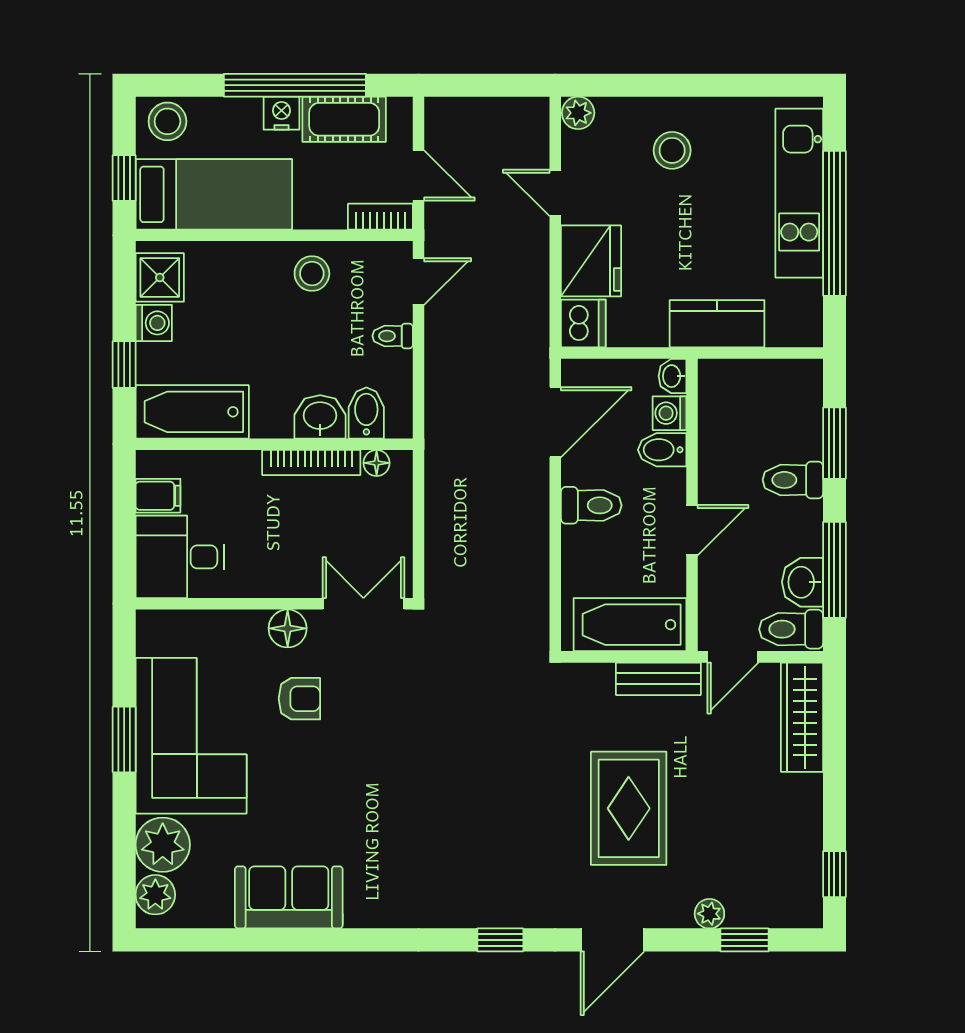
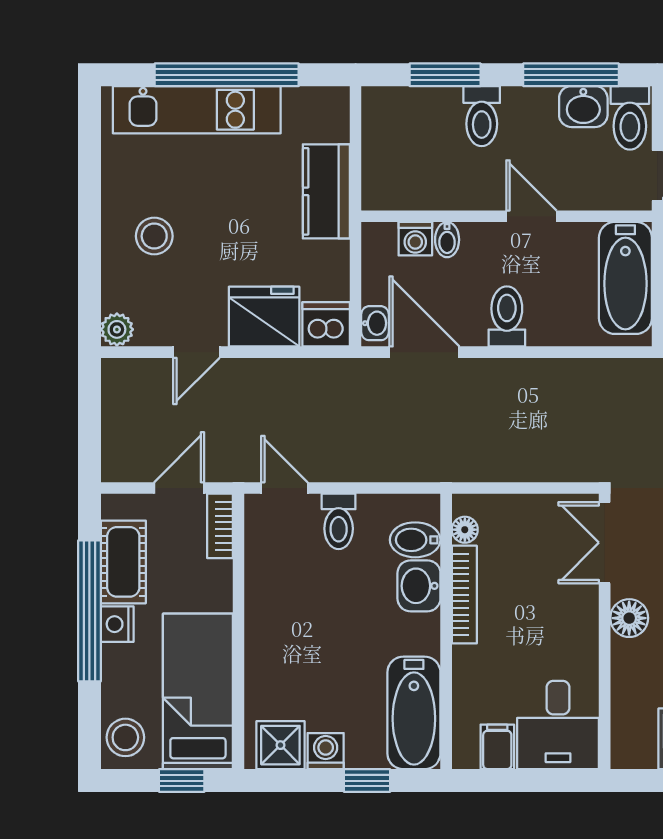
stool: (312, 274) -> (277, 594), removed
toilet: (393, 336) -> (339, 521), width x1.37, depth x1.39
washbasin: (672, 376) -> (375, 323), moved, turned -90
bidet: (662, 450) -> (447, 240), width x0.72, depth x0.74

